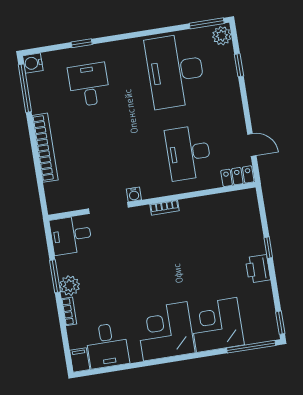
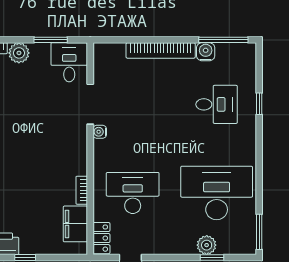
plant: (222, 36) -> (207, 245), moved
water cooler: (33, 63) -> (206, 52), moved
filing cabinet: (228, 204) -> (75, 224), added
bookcase: (165, 208) -> (82, 190), moved
window: (55, 276) -> (51, 40), moved

